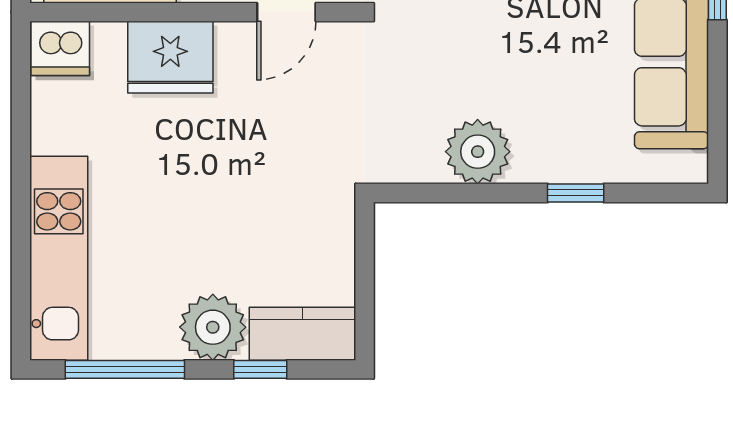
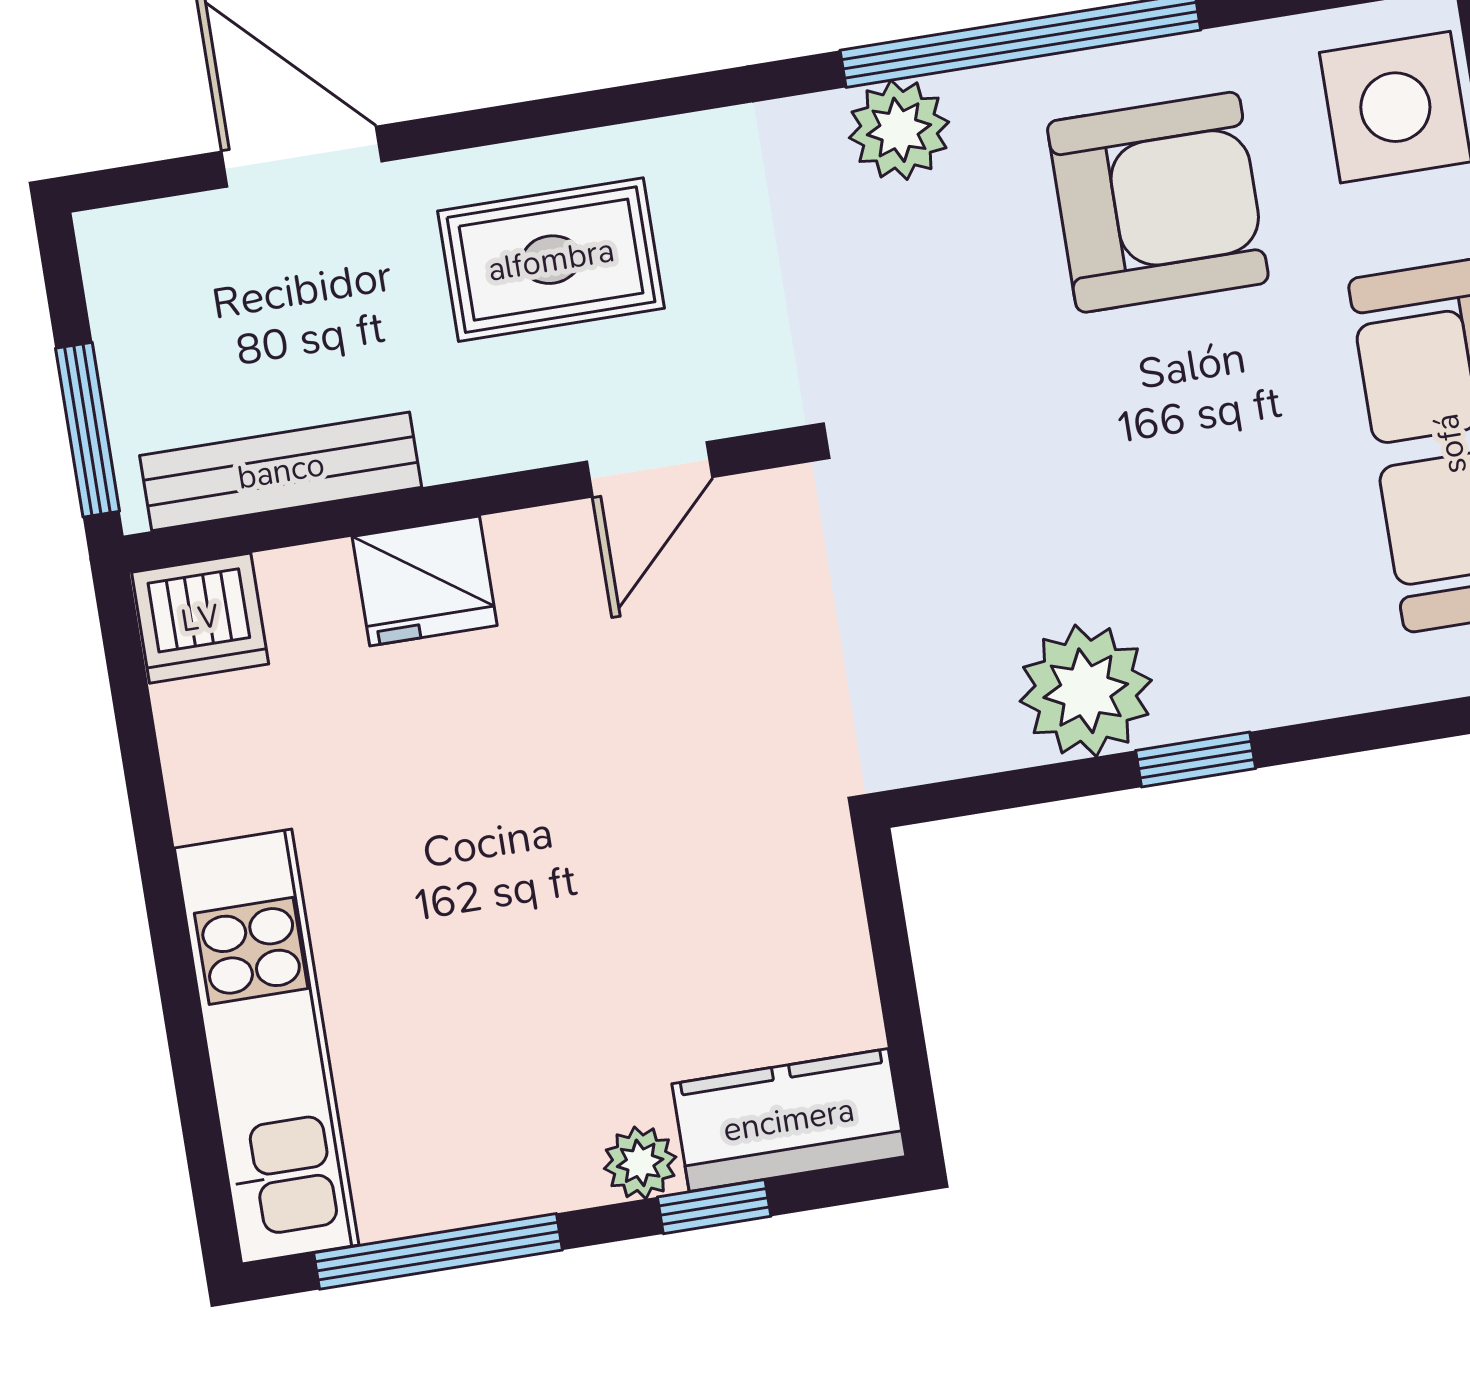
fridge: (170, 57) -> (425, 581), width x0.73, depth x0.75
window: (576, 193) -> (1196, 760), moved
plant: (213, 327) -> (640, 1163), width x0.53, depth x0.53

